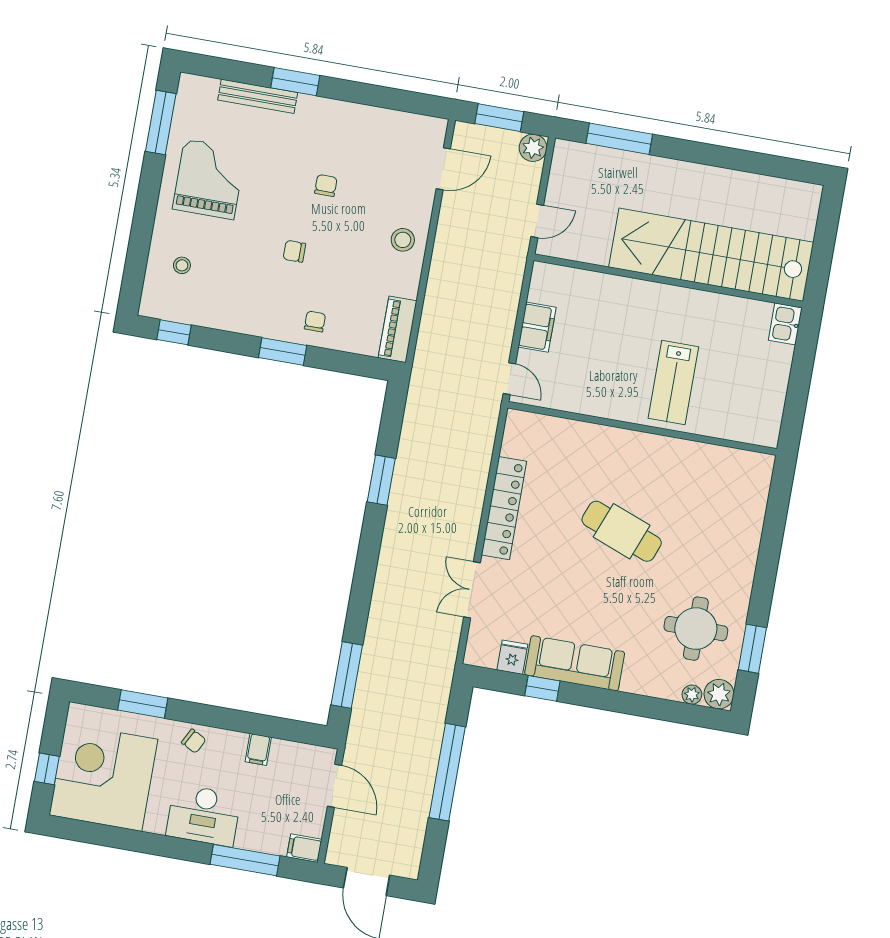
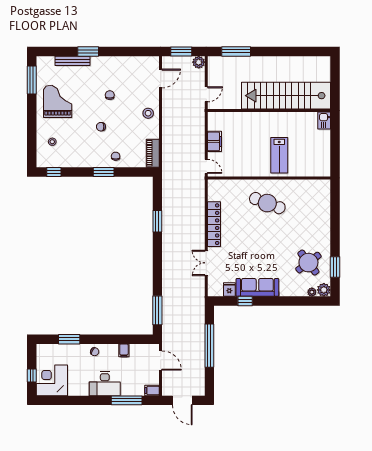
cafe table: (622, 531) -> (267, 203), moved
round table: (696, 629) -> (308, 263), turned -37
corner desk: (103, 777) -> (52, 380), width x0.74, depth x0.74

